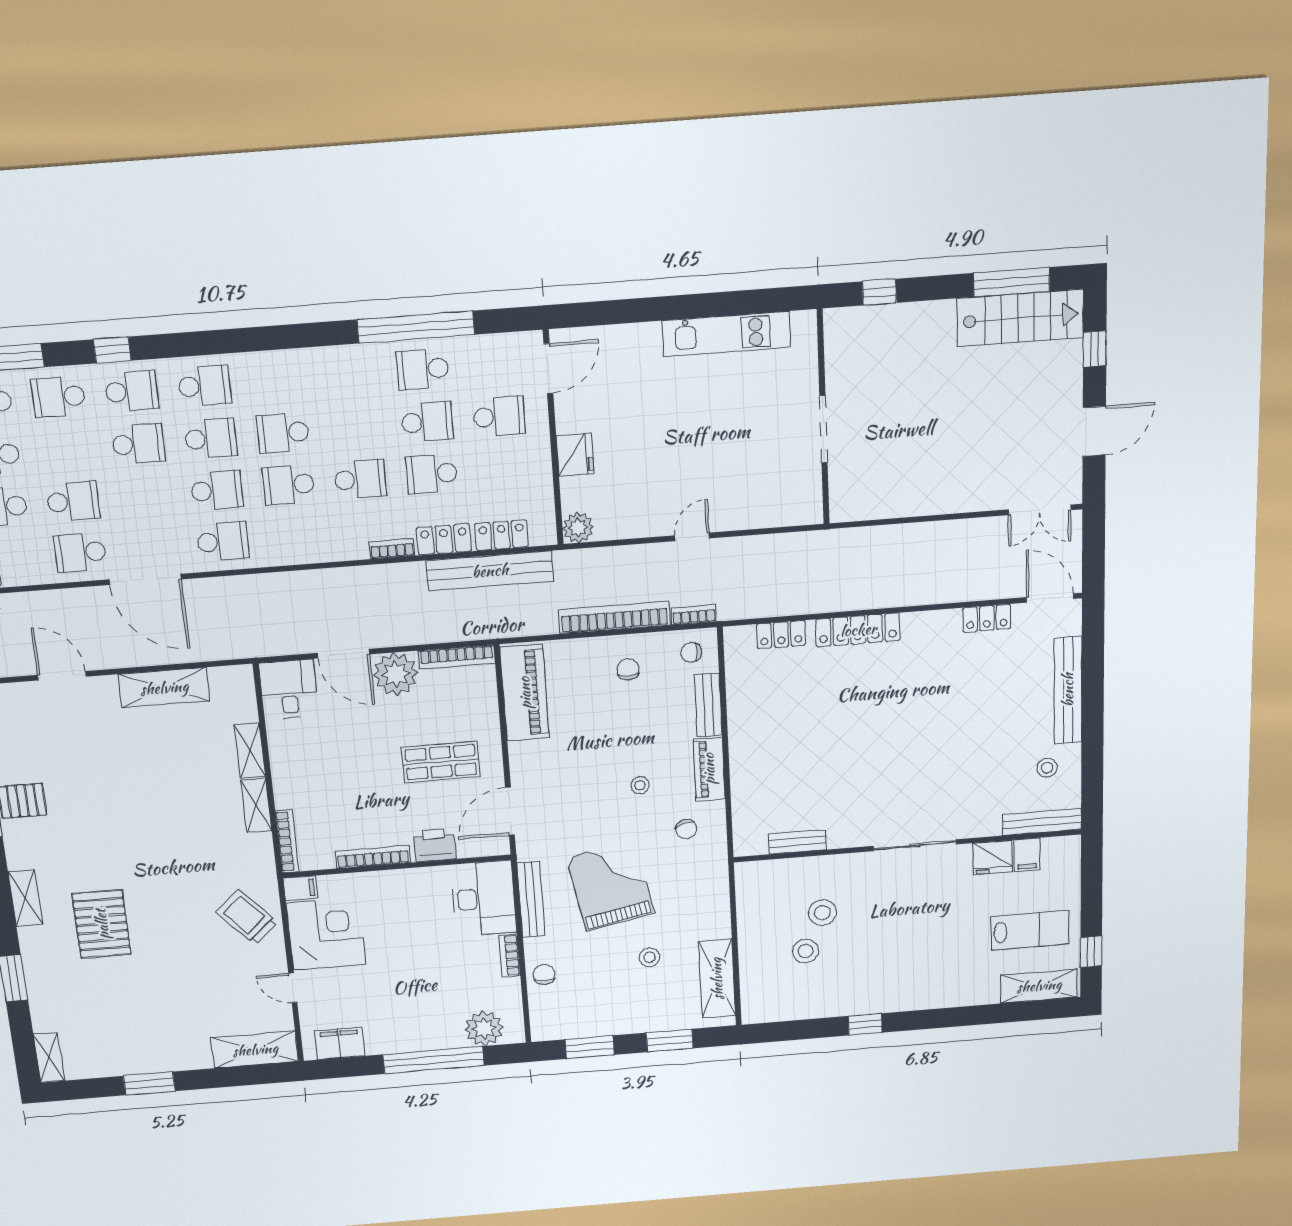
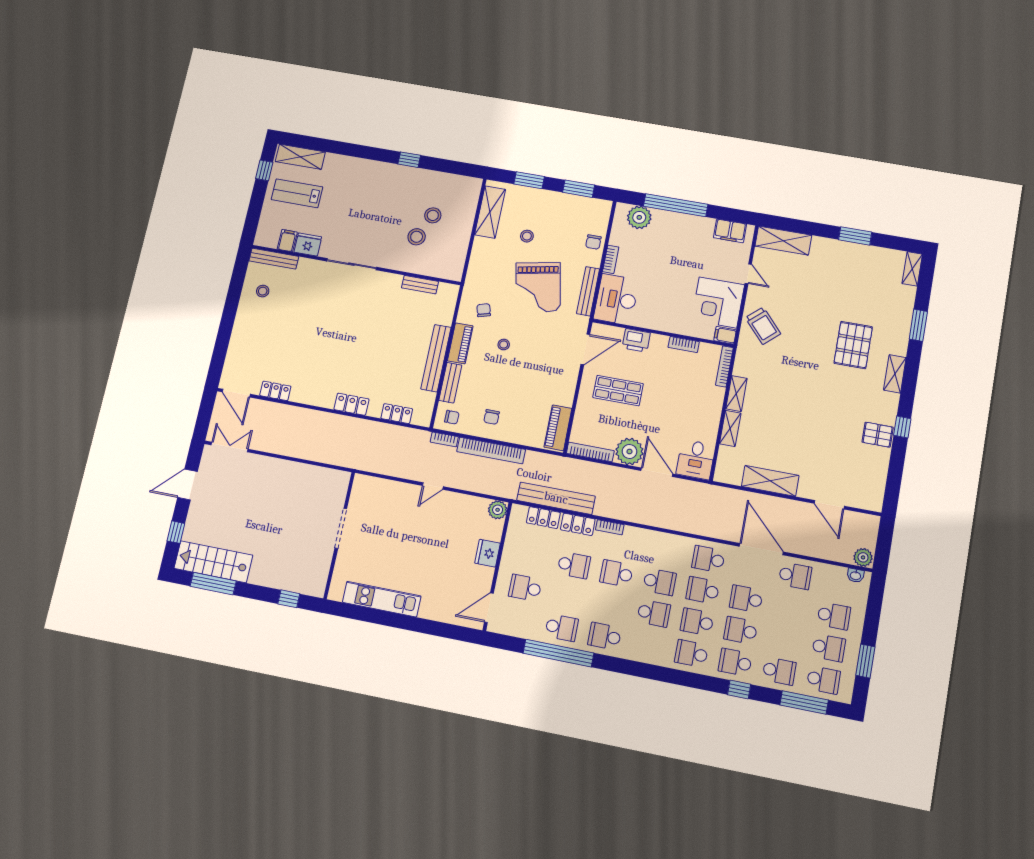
school desk: (427, 422) -> (605, 636), moved
school desk: (73, 501) -> (746, 599), moved
locker: (858, 630) -> (351, 404), width x0.66
bench: (1068, 690) -> (436, 358), moved
piano: (525, 693) -> (558, 428), width x0.73, depth x0.75
bookcase: (373, 857) -> (684, 345), width x0.64

